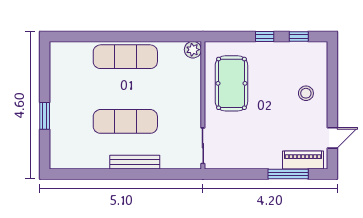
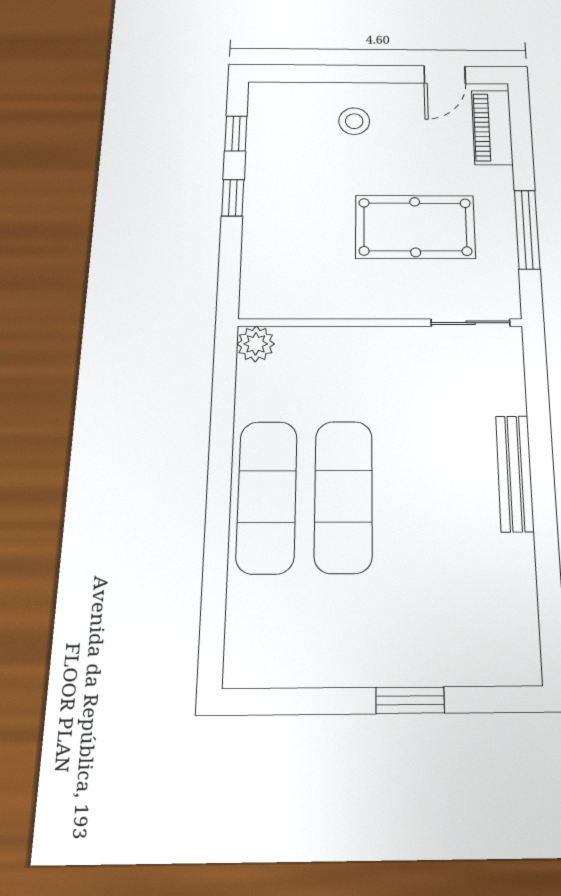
pool table: (231, 83) -> (415, 227), moved
exercise mat: (125, 121) -> (344, 496), moved
door: (332, 138) -> (445, 75), swing flipped
window: (288, 174) -> (527, 229), moved

